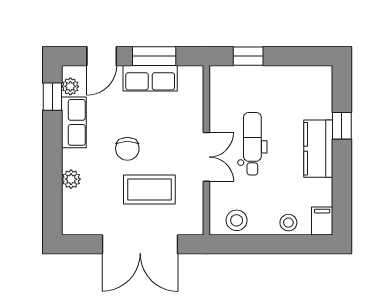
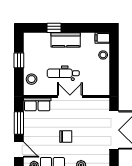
window: (248, 56) -> (19, 60), moved
row of seats: (150, 78) -> (37, 104), moved, turned 90
coffee table: (149, 189) -> (86, 125), removed
stool: (237, 220) -> (32, 79), moved

